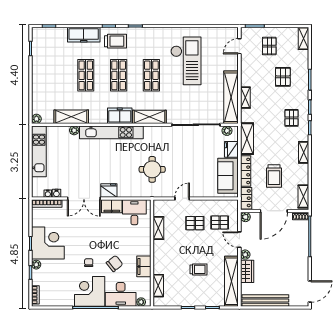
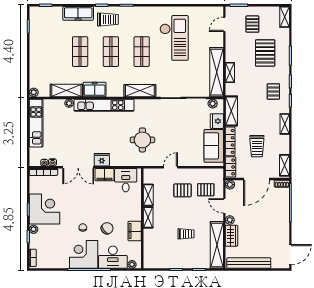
pallet: (283, 77) -> (265, 53), width x1.50, depth x1.42
freezer: (120, 116) -> (95, 90), moved
shelving: (158, 286) -> (148, 217), moved

